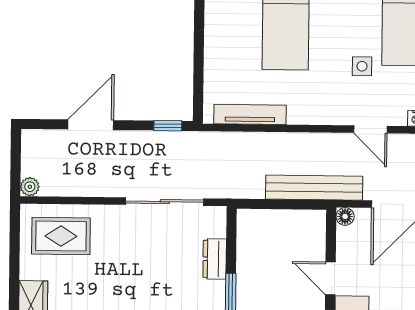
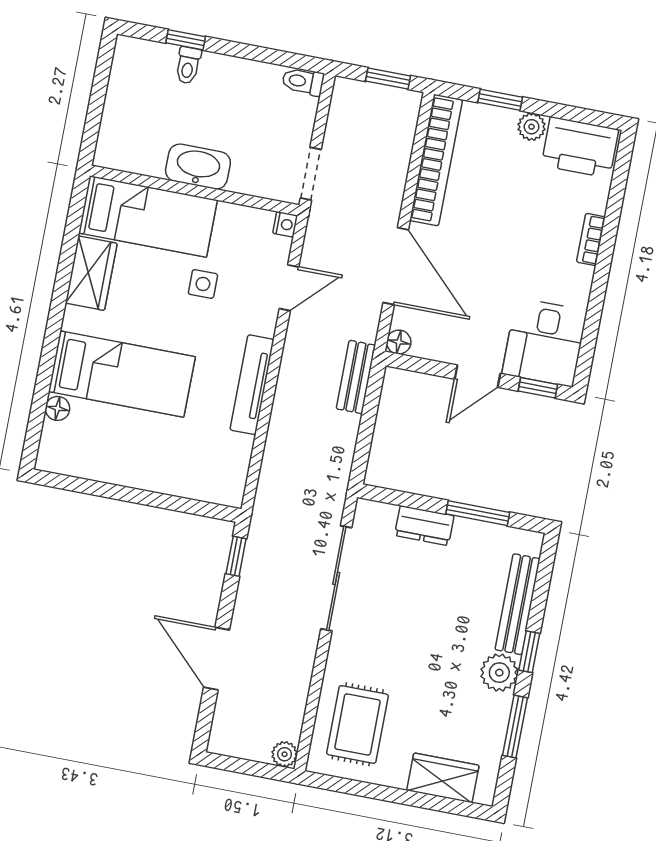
tv unit: (250, 114) -> (252, 385), moved
bench: (314, 188) -> (356, 377), width x0.54, depth x0.82

